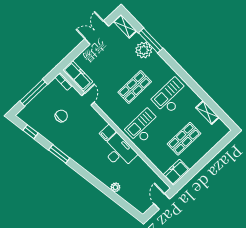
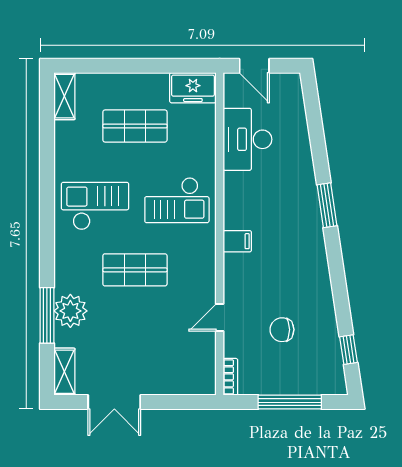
freezer: (78, 76) -> (202, 365), removed
checkout: (171, 96) -> (95, 206), turned 180
shelving: (207, 112) -> (64, 96), moved
desk: (119, 152) -> (247, 139), moved
window: (59, 154) -> (327, 205), moved
plant: (115, 187) -> (302, 151), removed
door: (162, 201) -> (254, 66), hinge flipped

